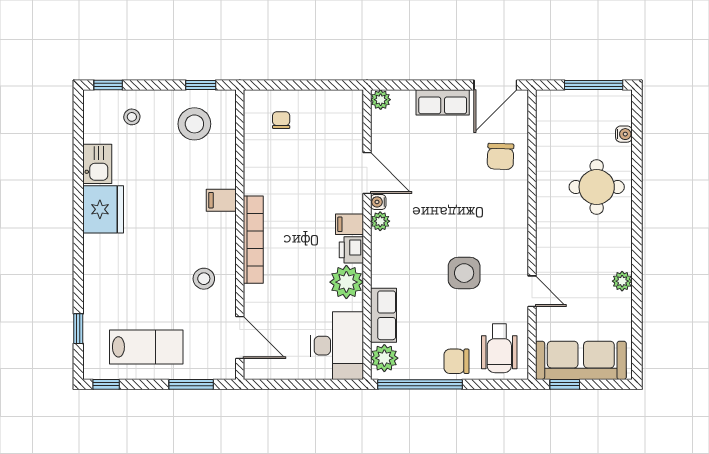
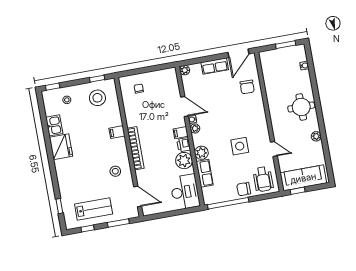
window: (594, 85) -> (286, 45), width x0.69
round table: (597, 187) -> (301, 107), moved
plant: (384, 358) -> (201, 153), moved
window: (106, 384) -> (88, 229), moved

